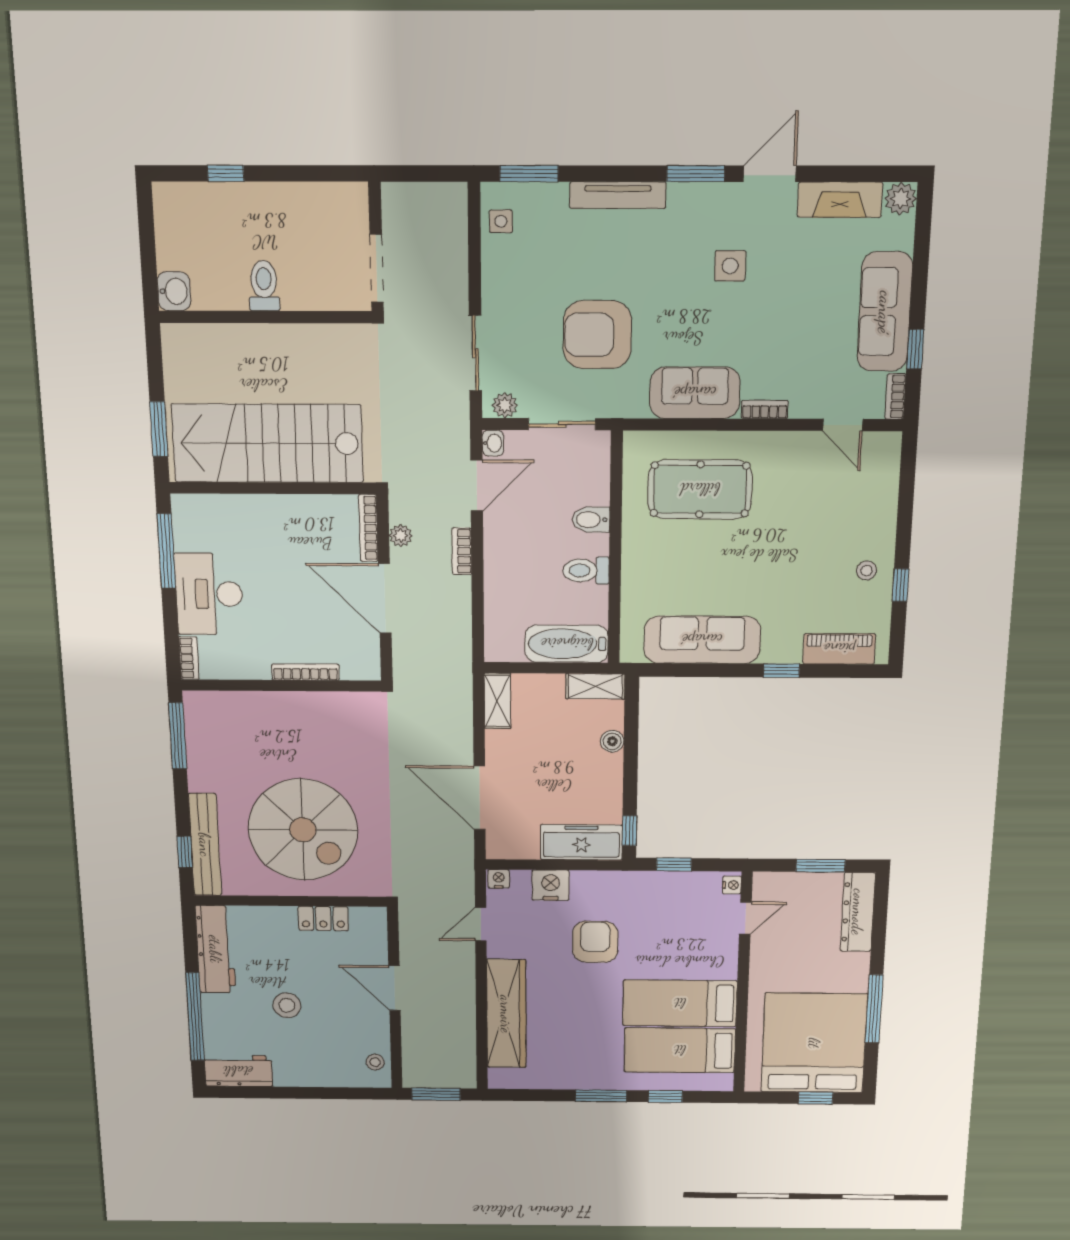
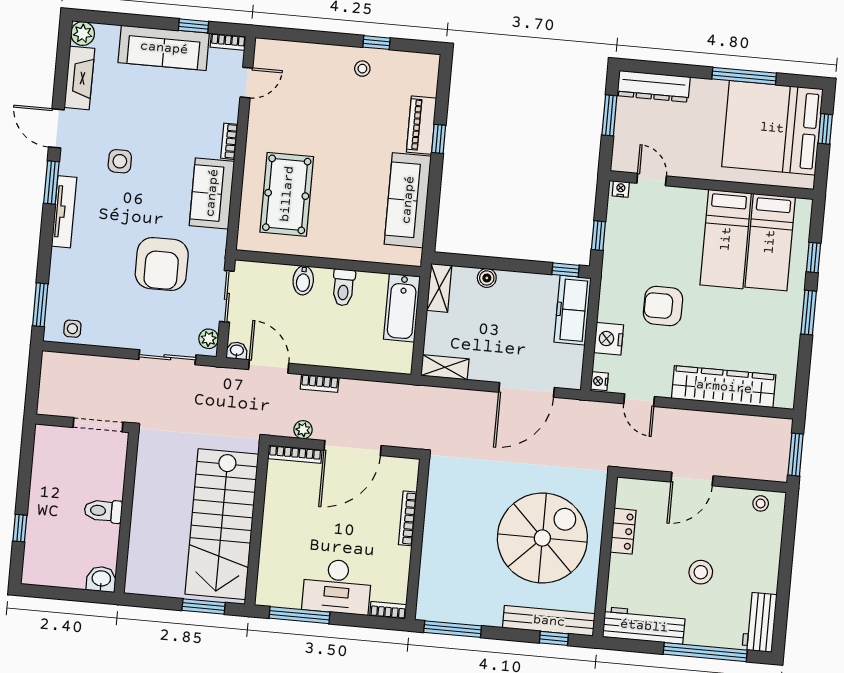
tv unit: (618, 195) -> (64, 212), moved
piano: (839, 649) -> (421, 125), moved

